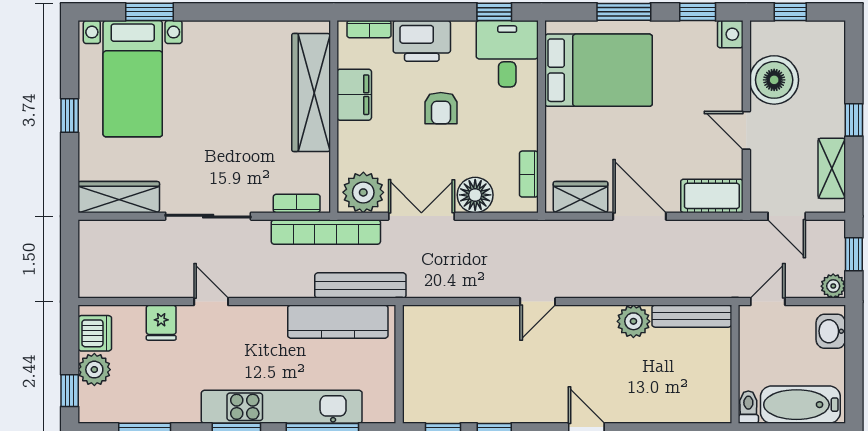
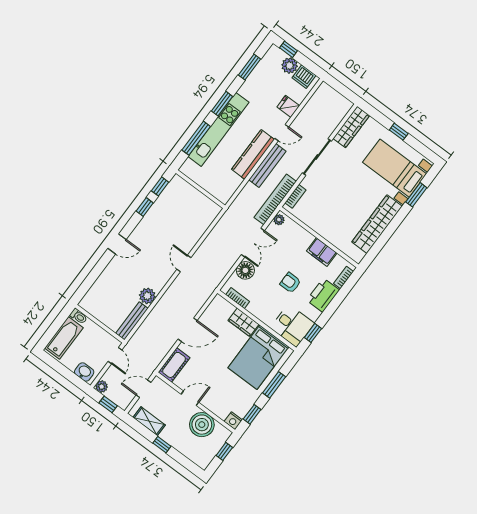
wardrobe: (311, 92) -> (377, 224), moved, turned -90
plant: (363, 192) -> (279, 220), width x0.53, depth x0.53
wardrobe: (581, 197) -> (243, 322), moved, turned 90
bench: (360, 285) -> (267, 165), moved
kitchen counter: (338, 322) -> (253, 154), moved

